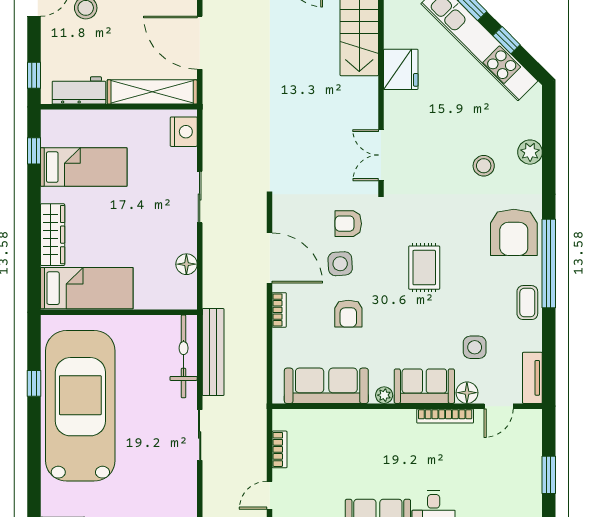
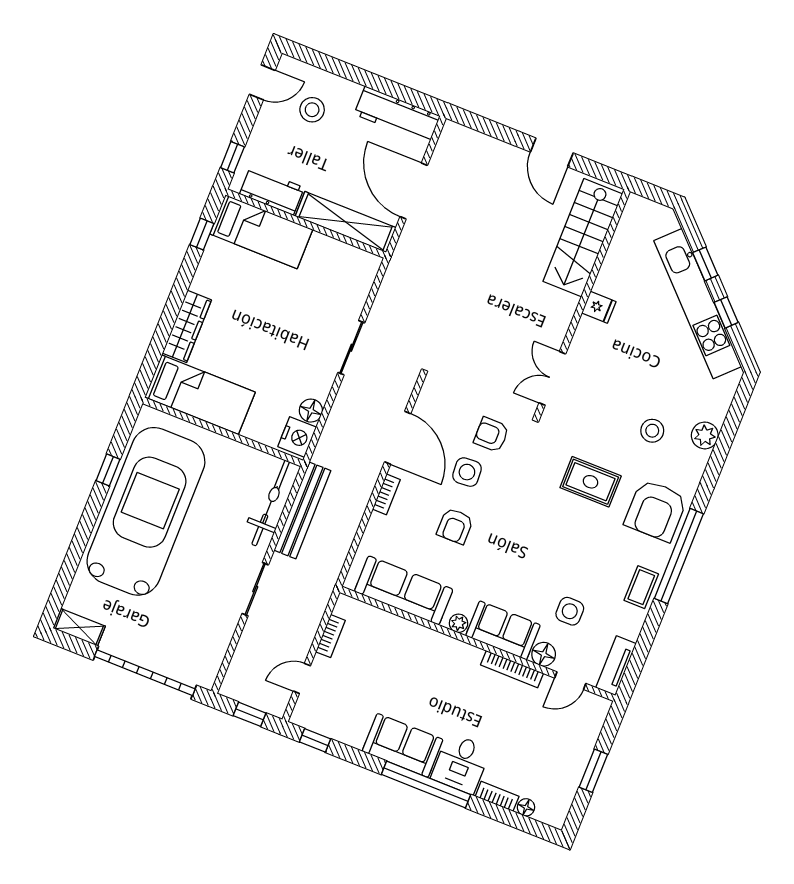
fridge: (401, 69) -> (599, 307), width x0.53, depth x0.75
nightstand: (184, 132) -> (297, 437), moved
bed: (84, 167) -> (261, 232), moved
rug: (424, 268) -> (591, 482), moved, turned 90

